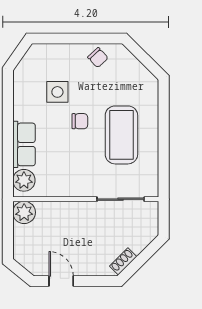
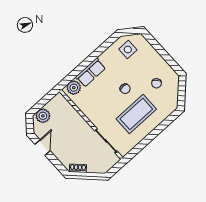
chair: (98, 58) -> (157, 83), moved
side table: (57, 92) -> (128, 49), moved
plant: (24, 212) -> (43, 116), moved

